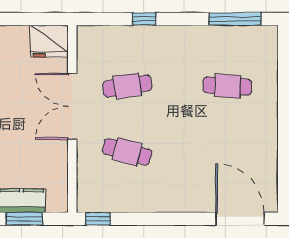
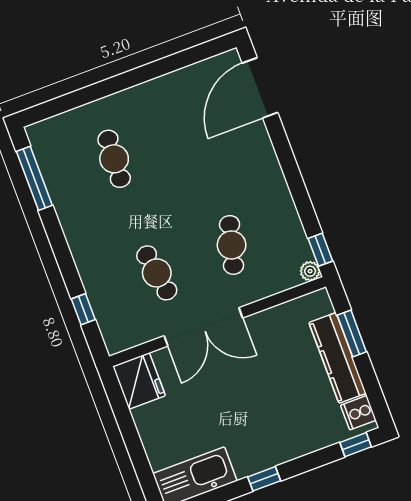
window: (144, 19) -> (83, 309), moved
plant: (84, 205) -> (310, 271), added

